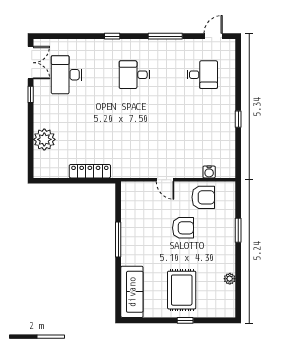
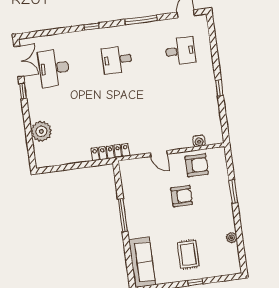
locker: (90, 171) -> (110, 152), moved
rug: (182, 290) -> (188, 254), width x0.73, depth x0.70

